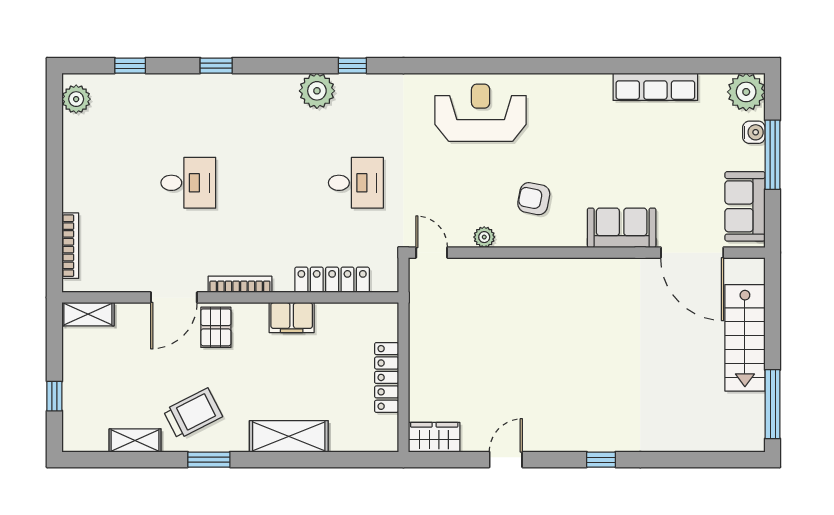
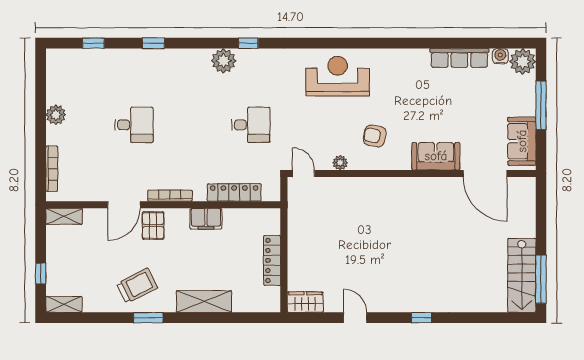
plant: (76, 99) -> (56, 115), moved
water cooler: (754, 132) -> (500, 56), moved, turned -90
stairs: (745, 338) -> (522, 275), moved
shelving: (135, 440) -> (64, 304), moved
door: (506, 460) -> (355, 318), hinge flipped

